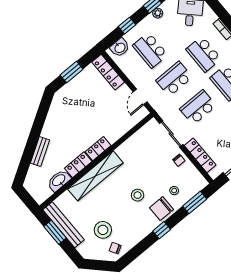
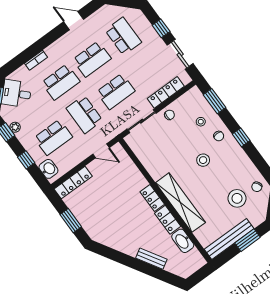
school desk: (198, 107) -> (116, 91), turned -90
chair: (161, 209) -> (219, 136), width x0.54, depth x0.54
window: (55, 232) -> (248, 240), moved

